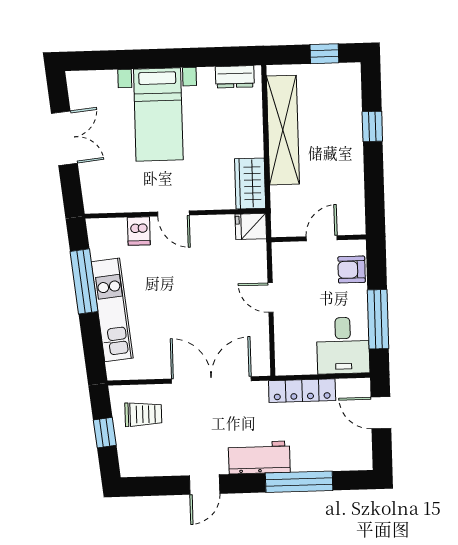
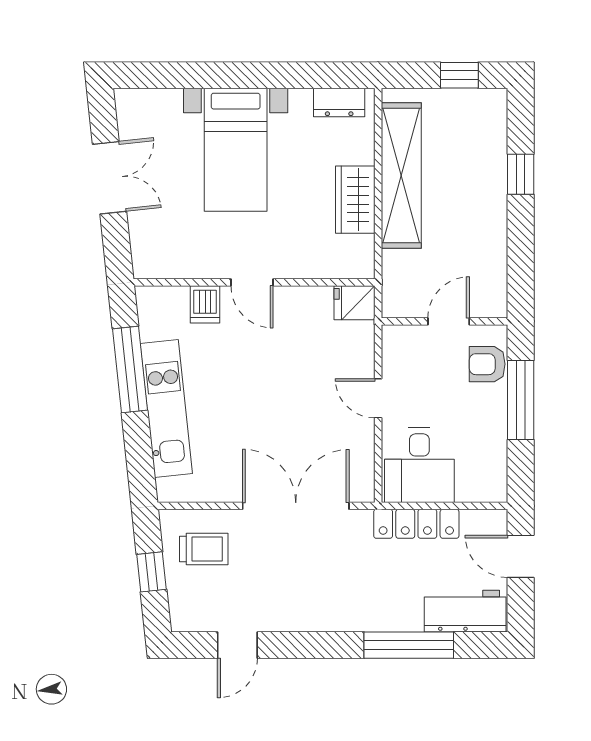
wardrobe: (250, 184) -> (355, 200), moved
window: (378, 319) -> (521, 400), moved
desk: (343, 346) -> (419, 465), moved
workbench: (259, 457) -> (465, 611), moved
door: (205, 485) -> (237, 645), moved

